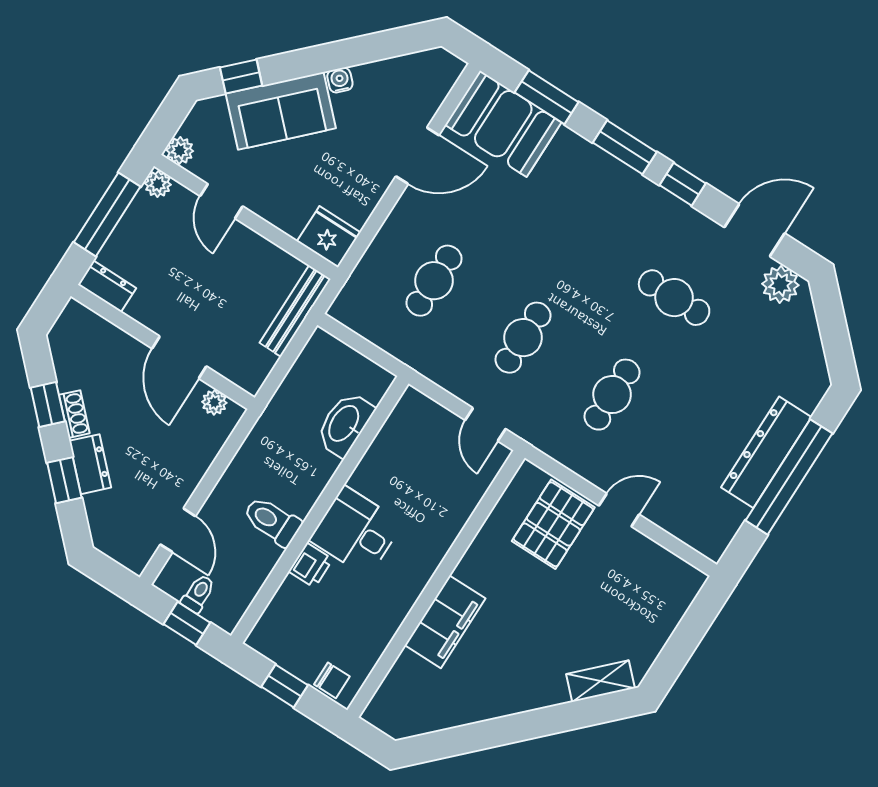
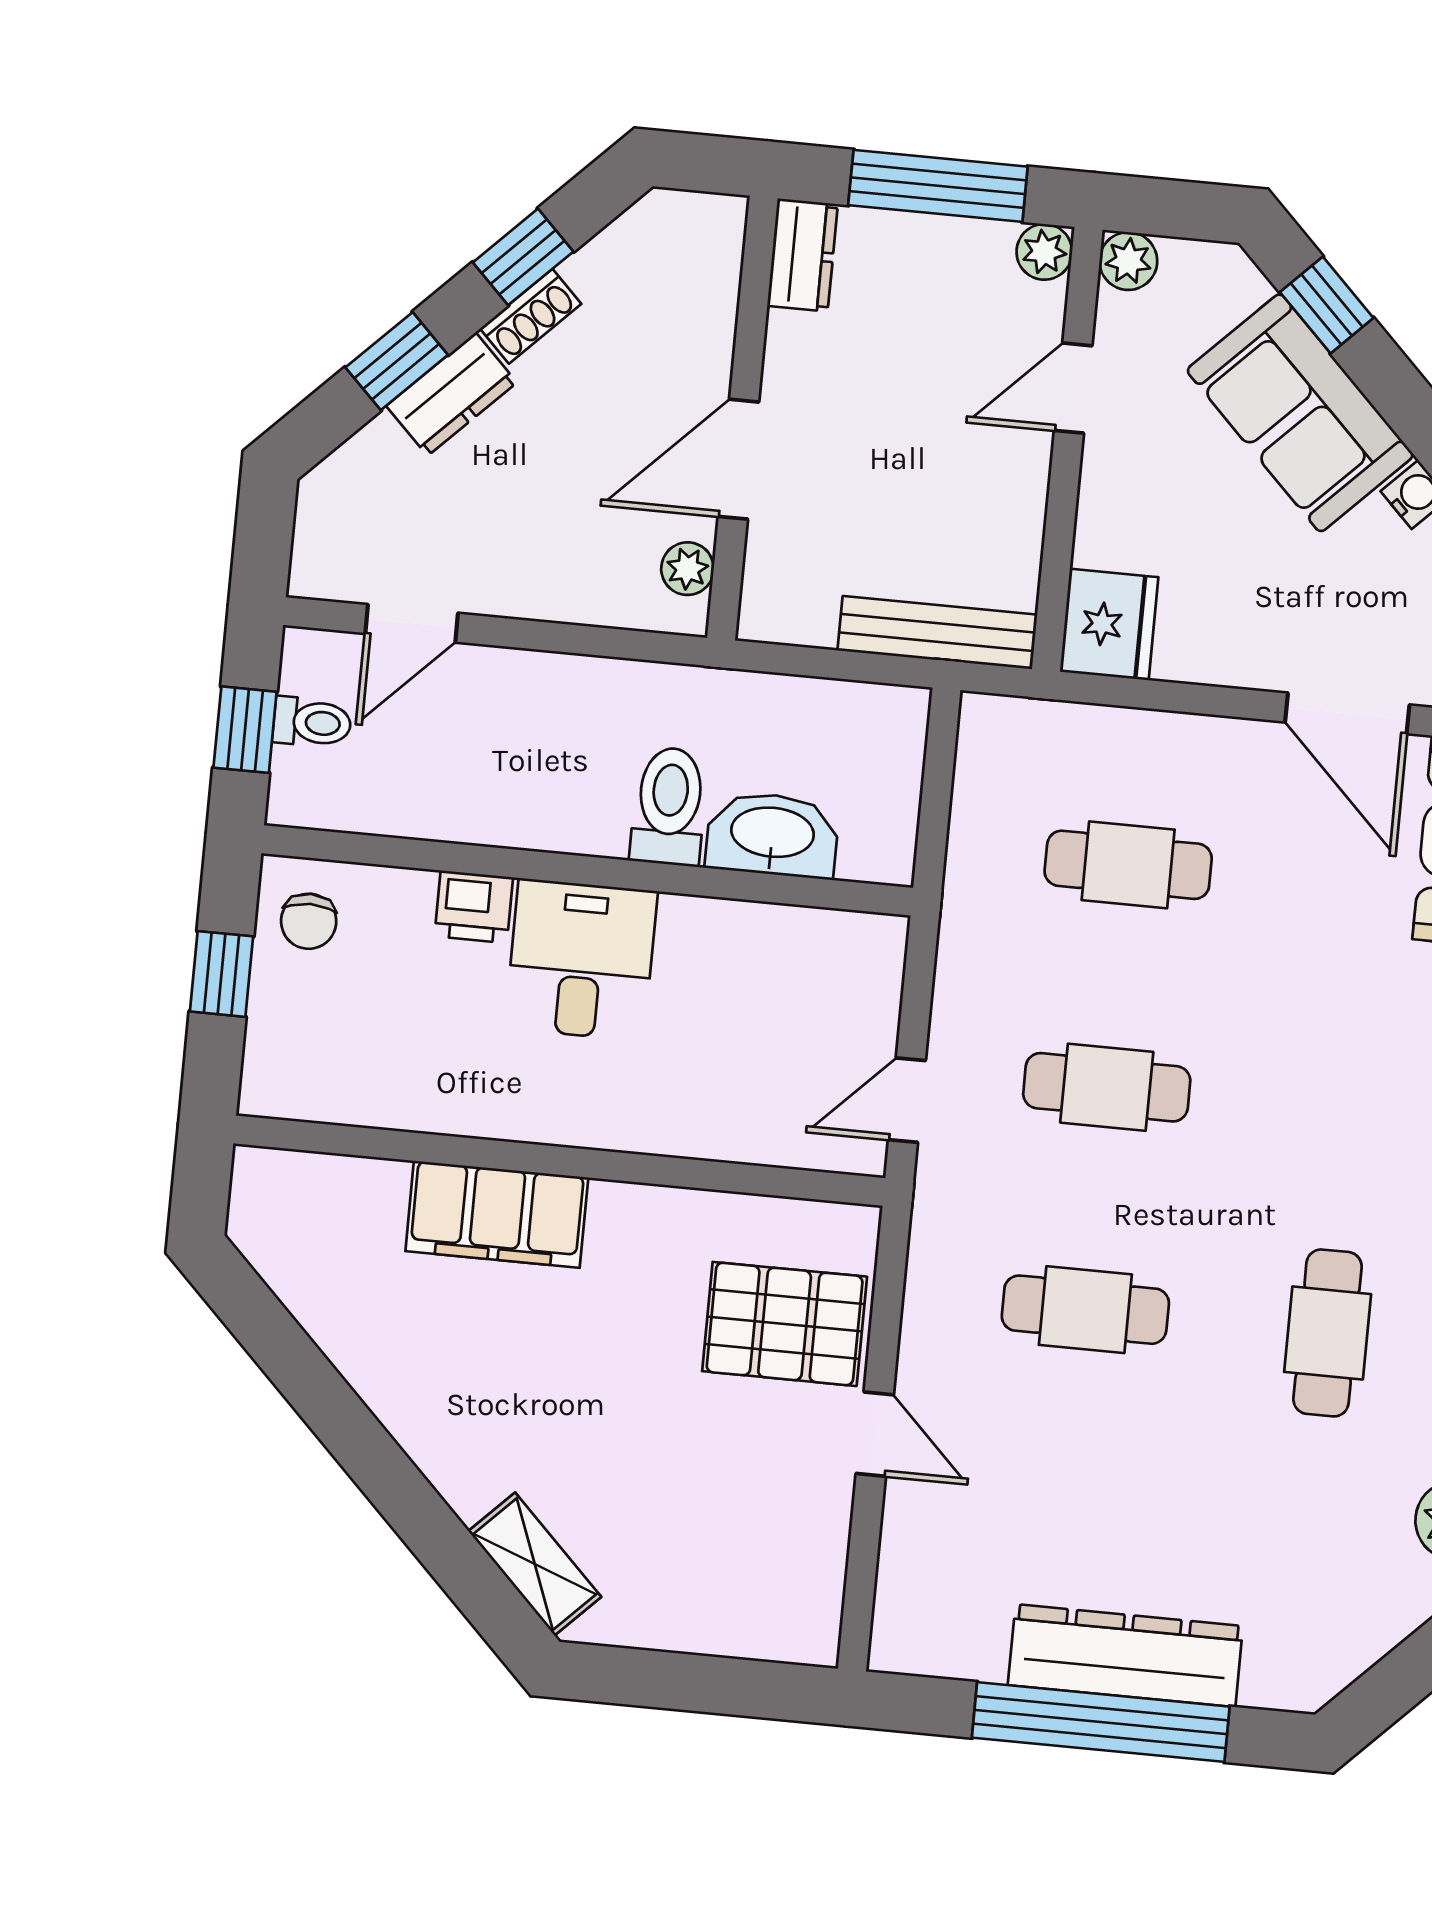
toilet: (272, 521) -> (669, 806), moved
chair: (332, 680) -> (309, 921), moved

